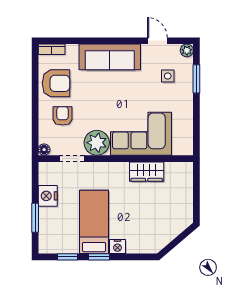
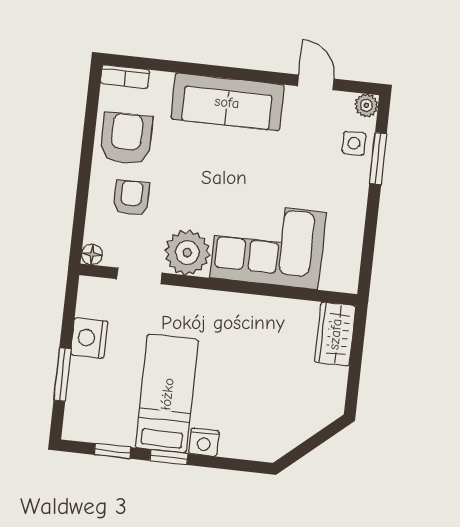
side table: (168, 76) -> (354, 143), moved
armchair: (56, 83) -> (126, 138), turned -90
wardrobe: (147, 172) -> (335, 334), moved, turned 90

